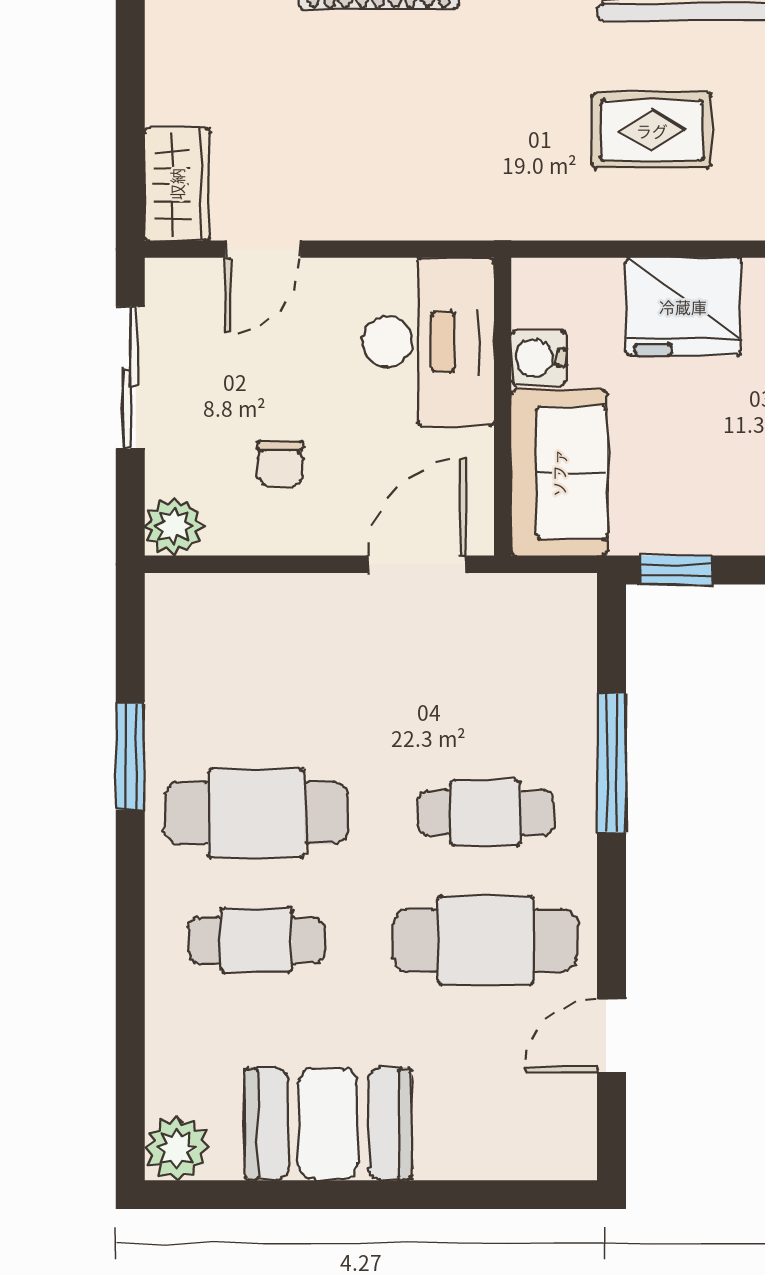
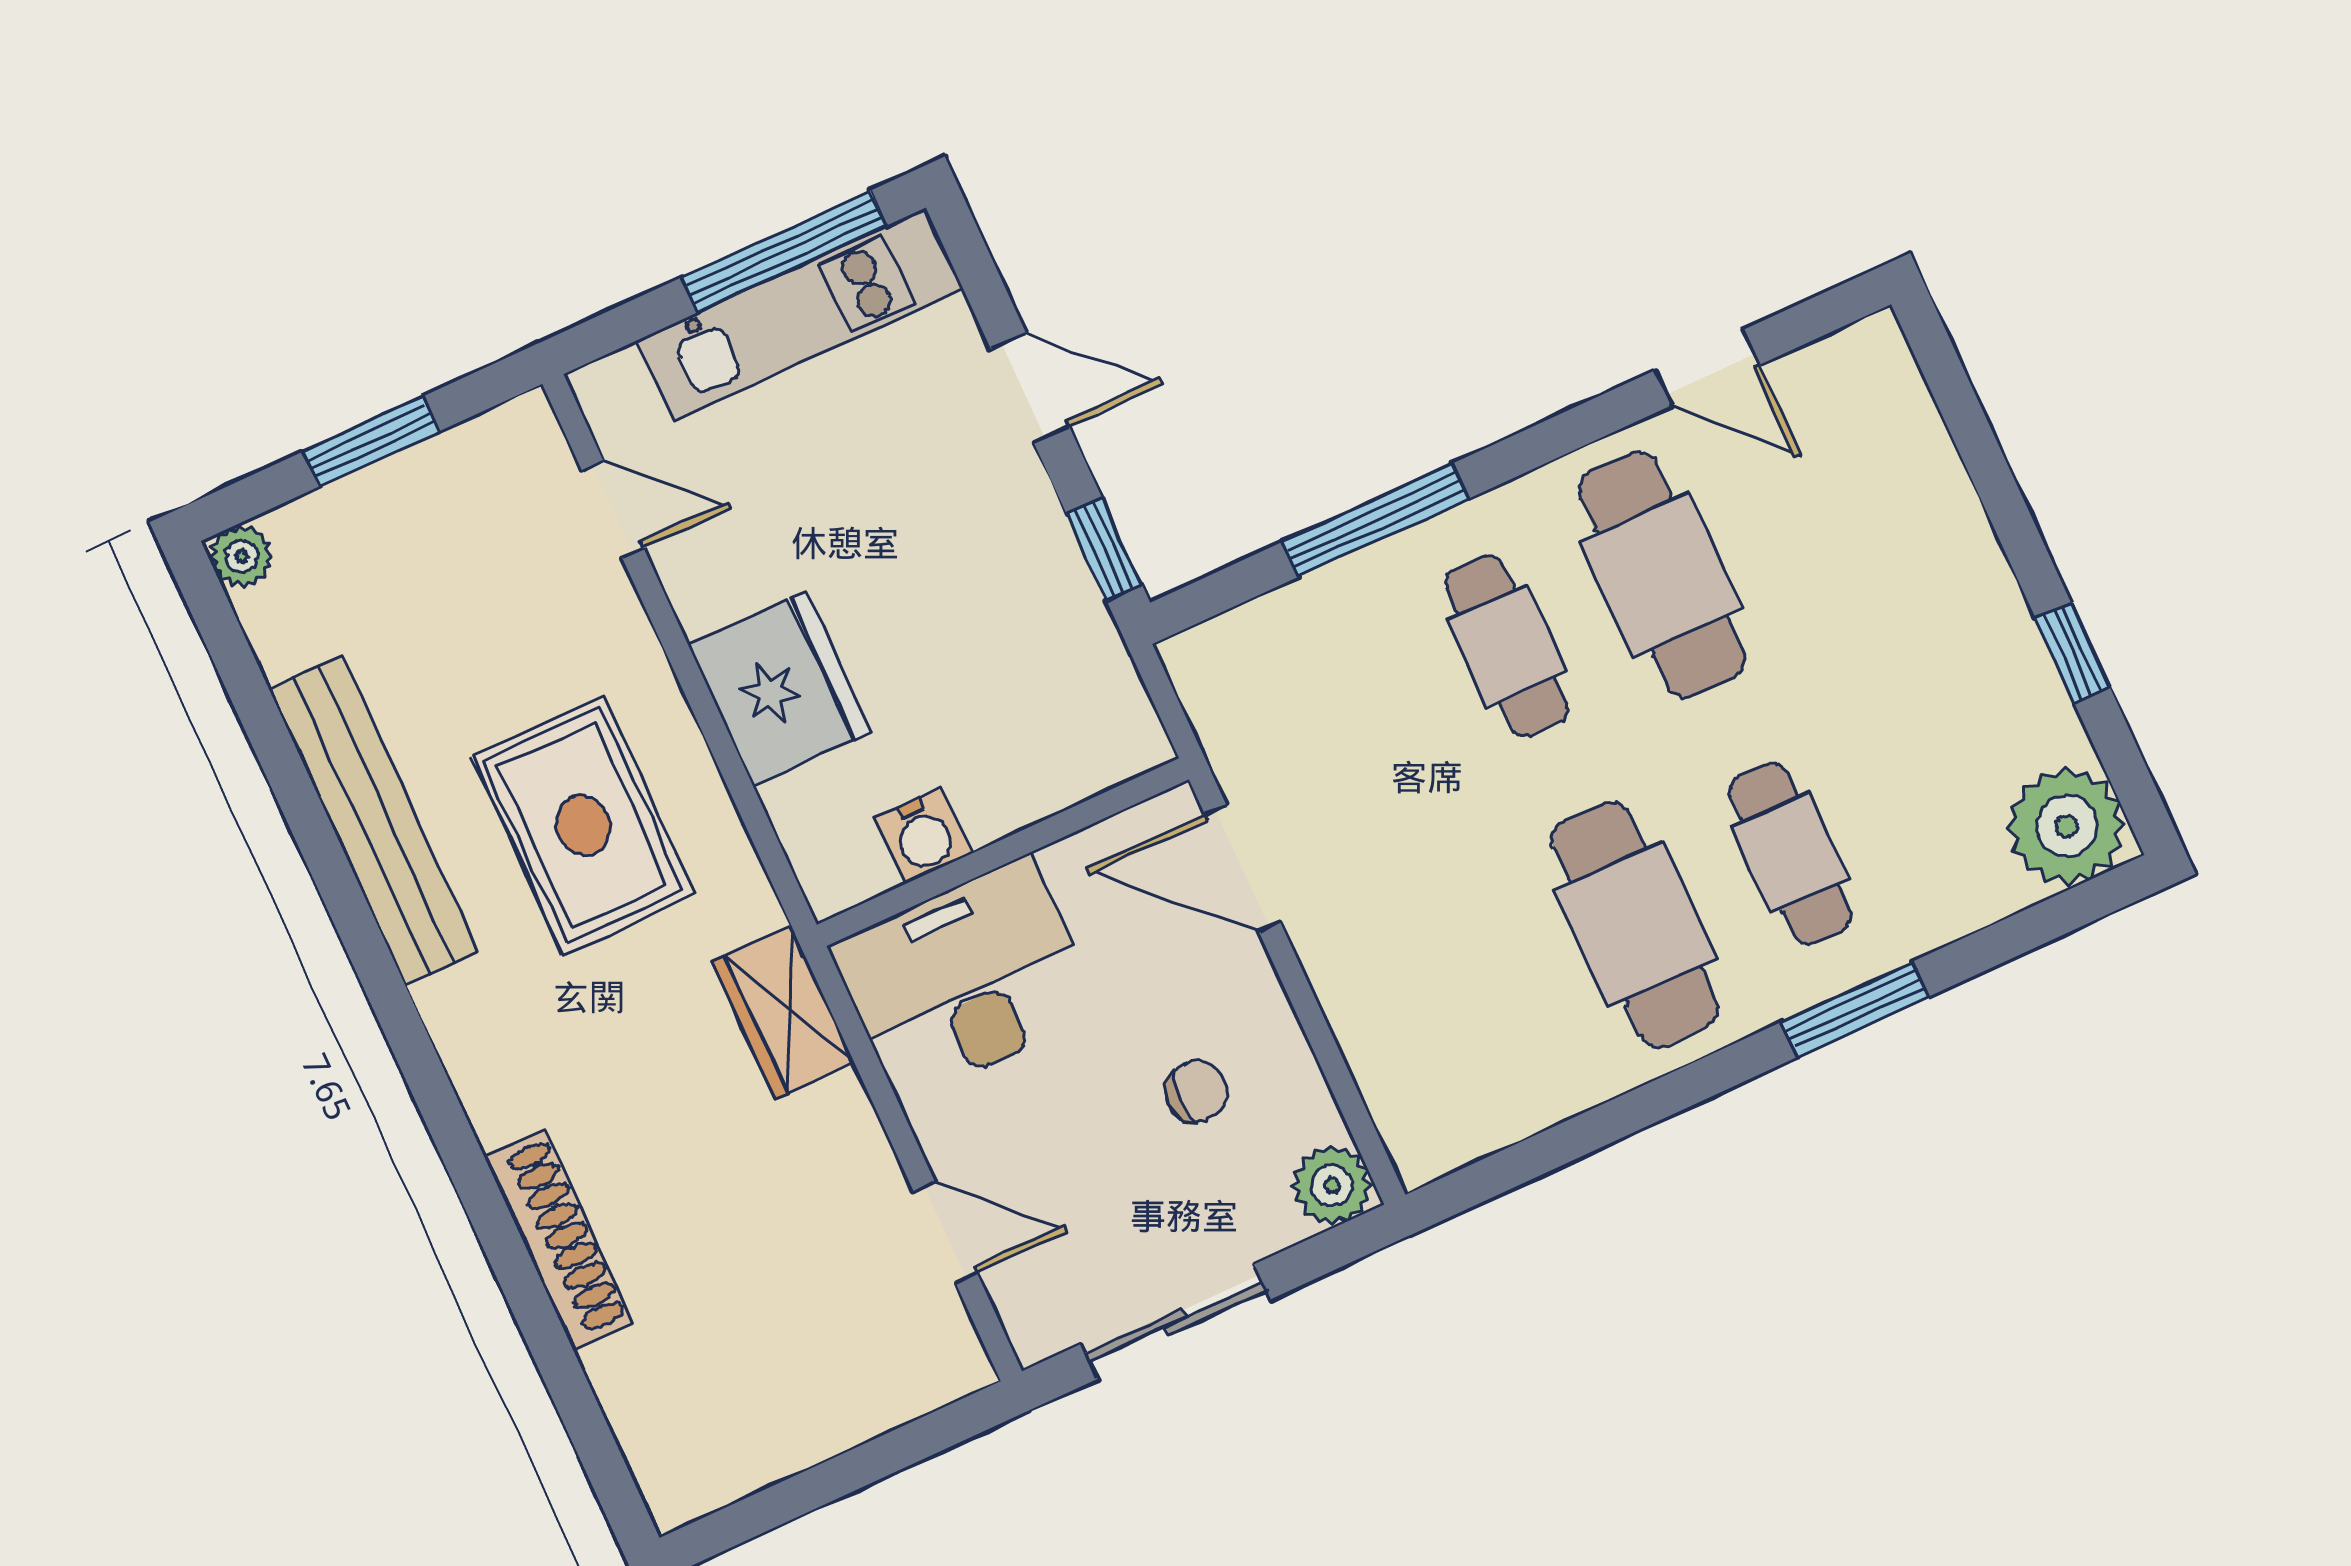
rug: (652, 131) -> (583, 826), width x1.36, depth x1.43
wardrobe: (177, 184) -> (783, 1013), moved, turned -90
sofa: (559, 473) -> (1052, 746), removed
window: (130, 756) -> (1855, 1009), moved
booth: (328, 1124) -> (1973, 663), removed
plant: (177, 1148) -> (2067, 826), width x1.36, depth x1.36
window: (304, 1195) -> (2073, 653), added

